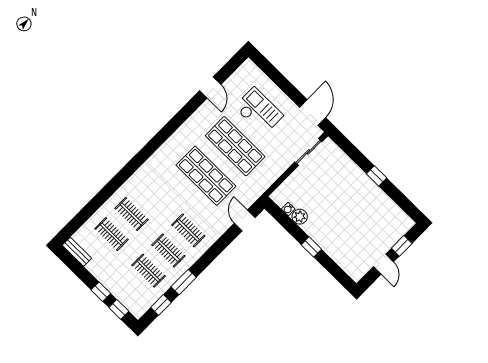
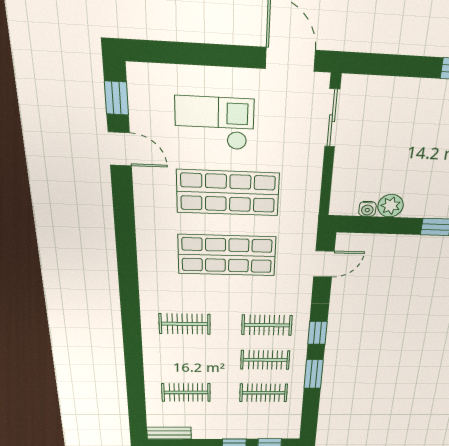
window: (230, 67) -> (116, 98), added
clothes rail: (131, 214) -> (185, 324), moved
door: (245, 220) -> (324, 264), swing flipped
window: (161, 305) -> (317, 333), moved

